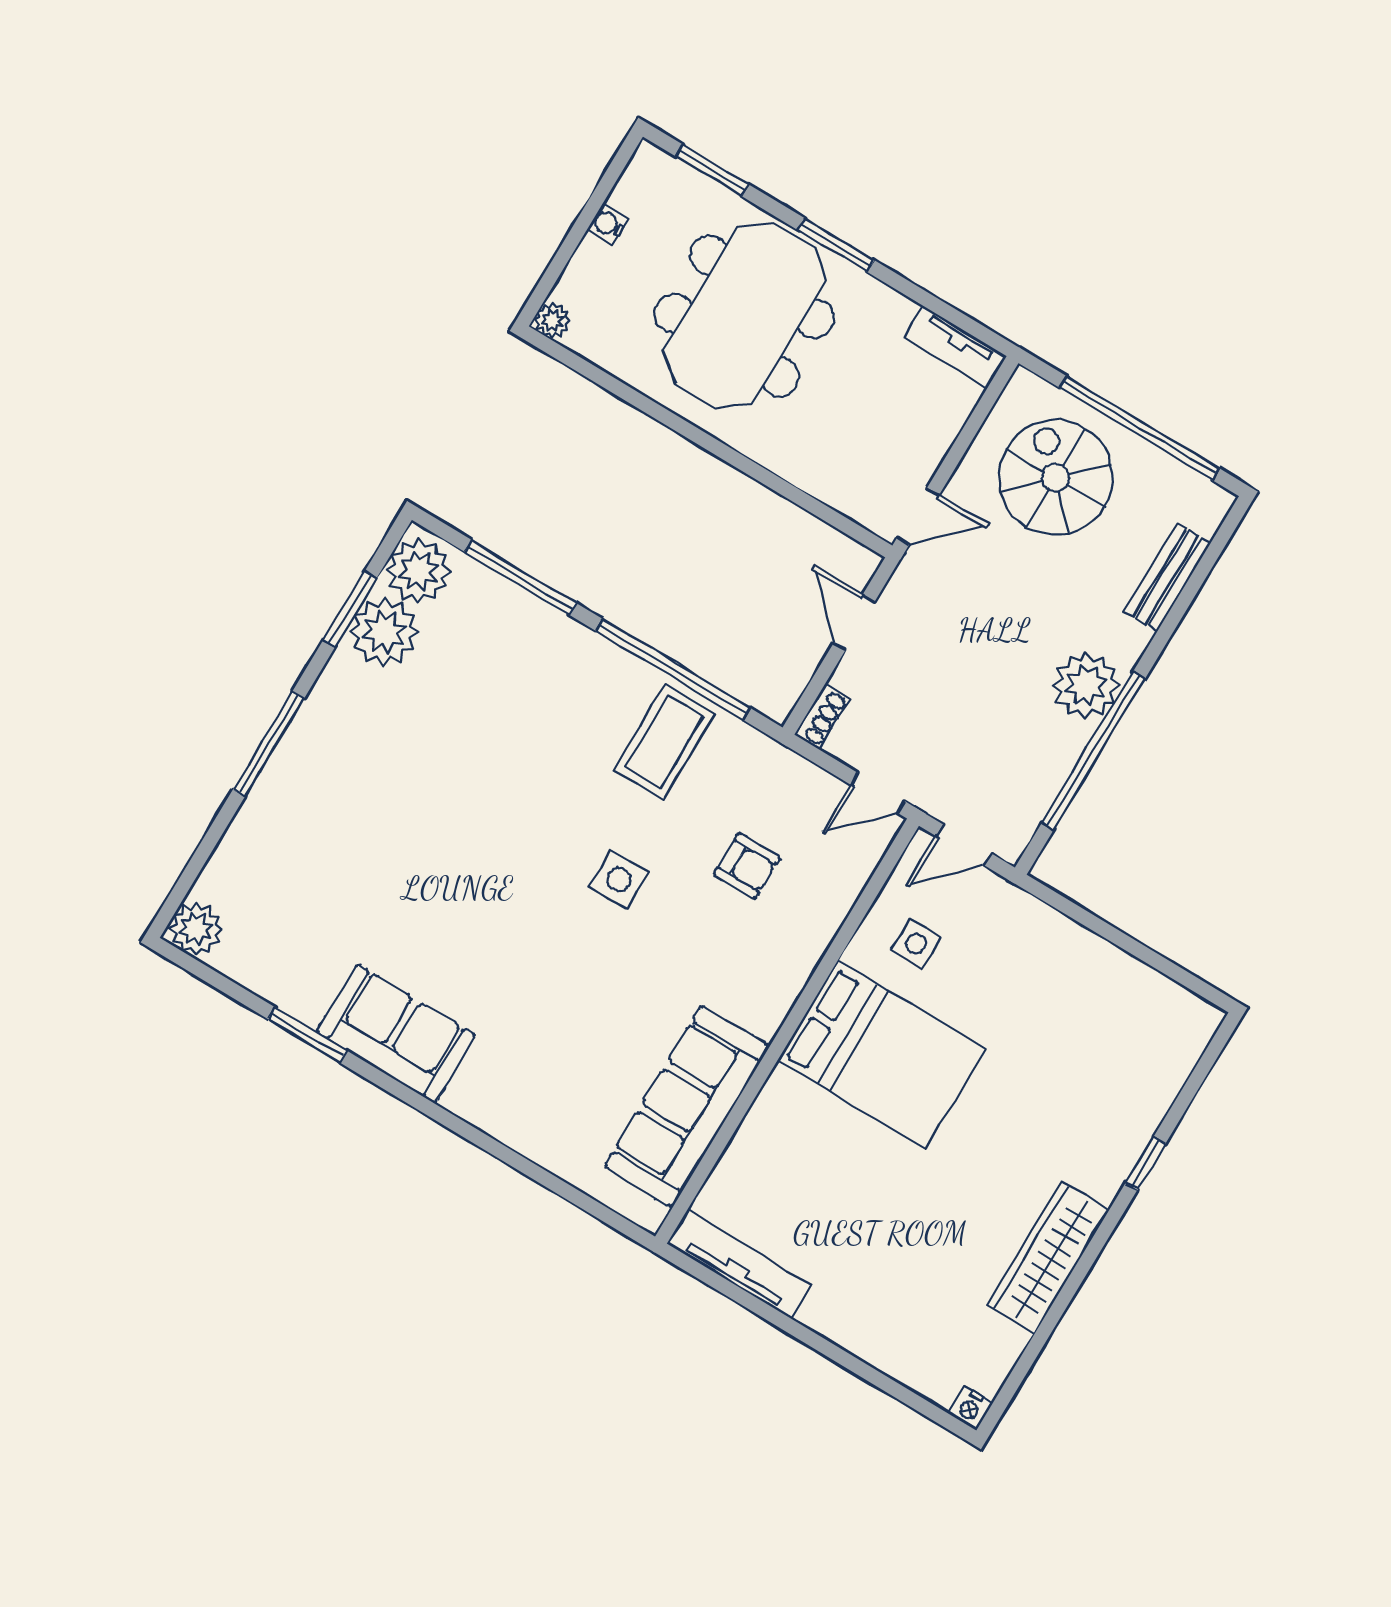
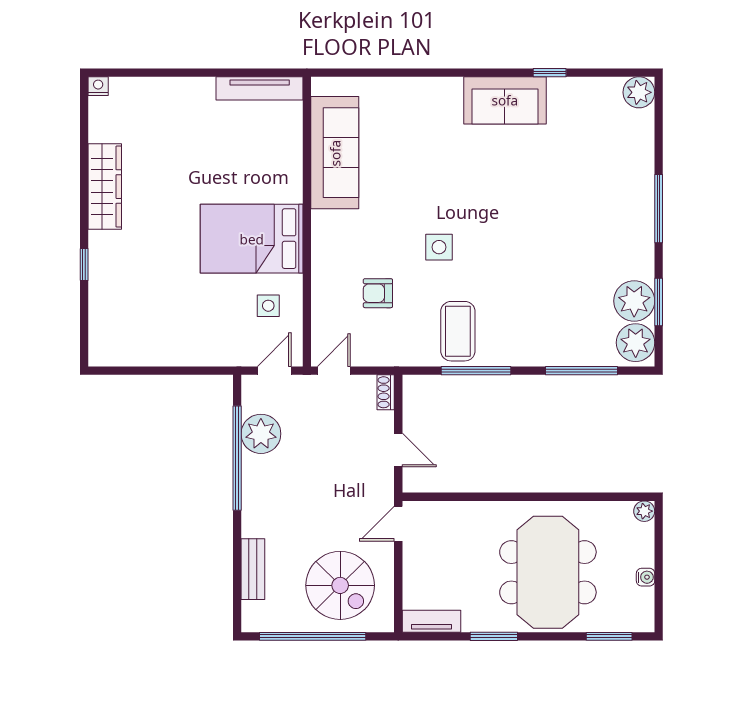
window: (836, 245) -> (494, 636), moved
window: (673, 669) -> (476, 371), width x0.68
plant: (1086, 685) -> (261, 434), moved
window: (307, 1035) -> (550, 73), width x0.67

